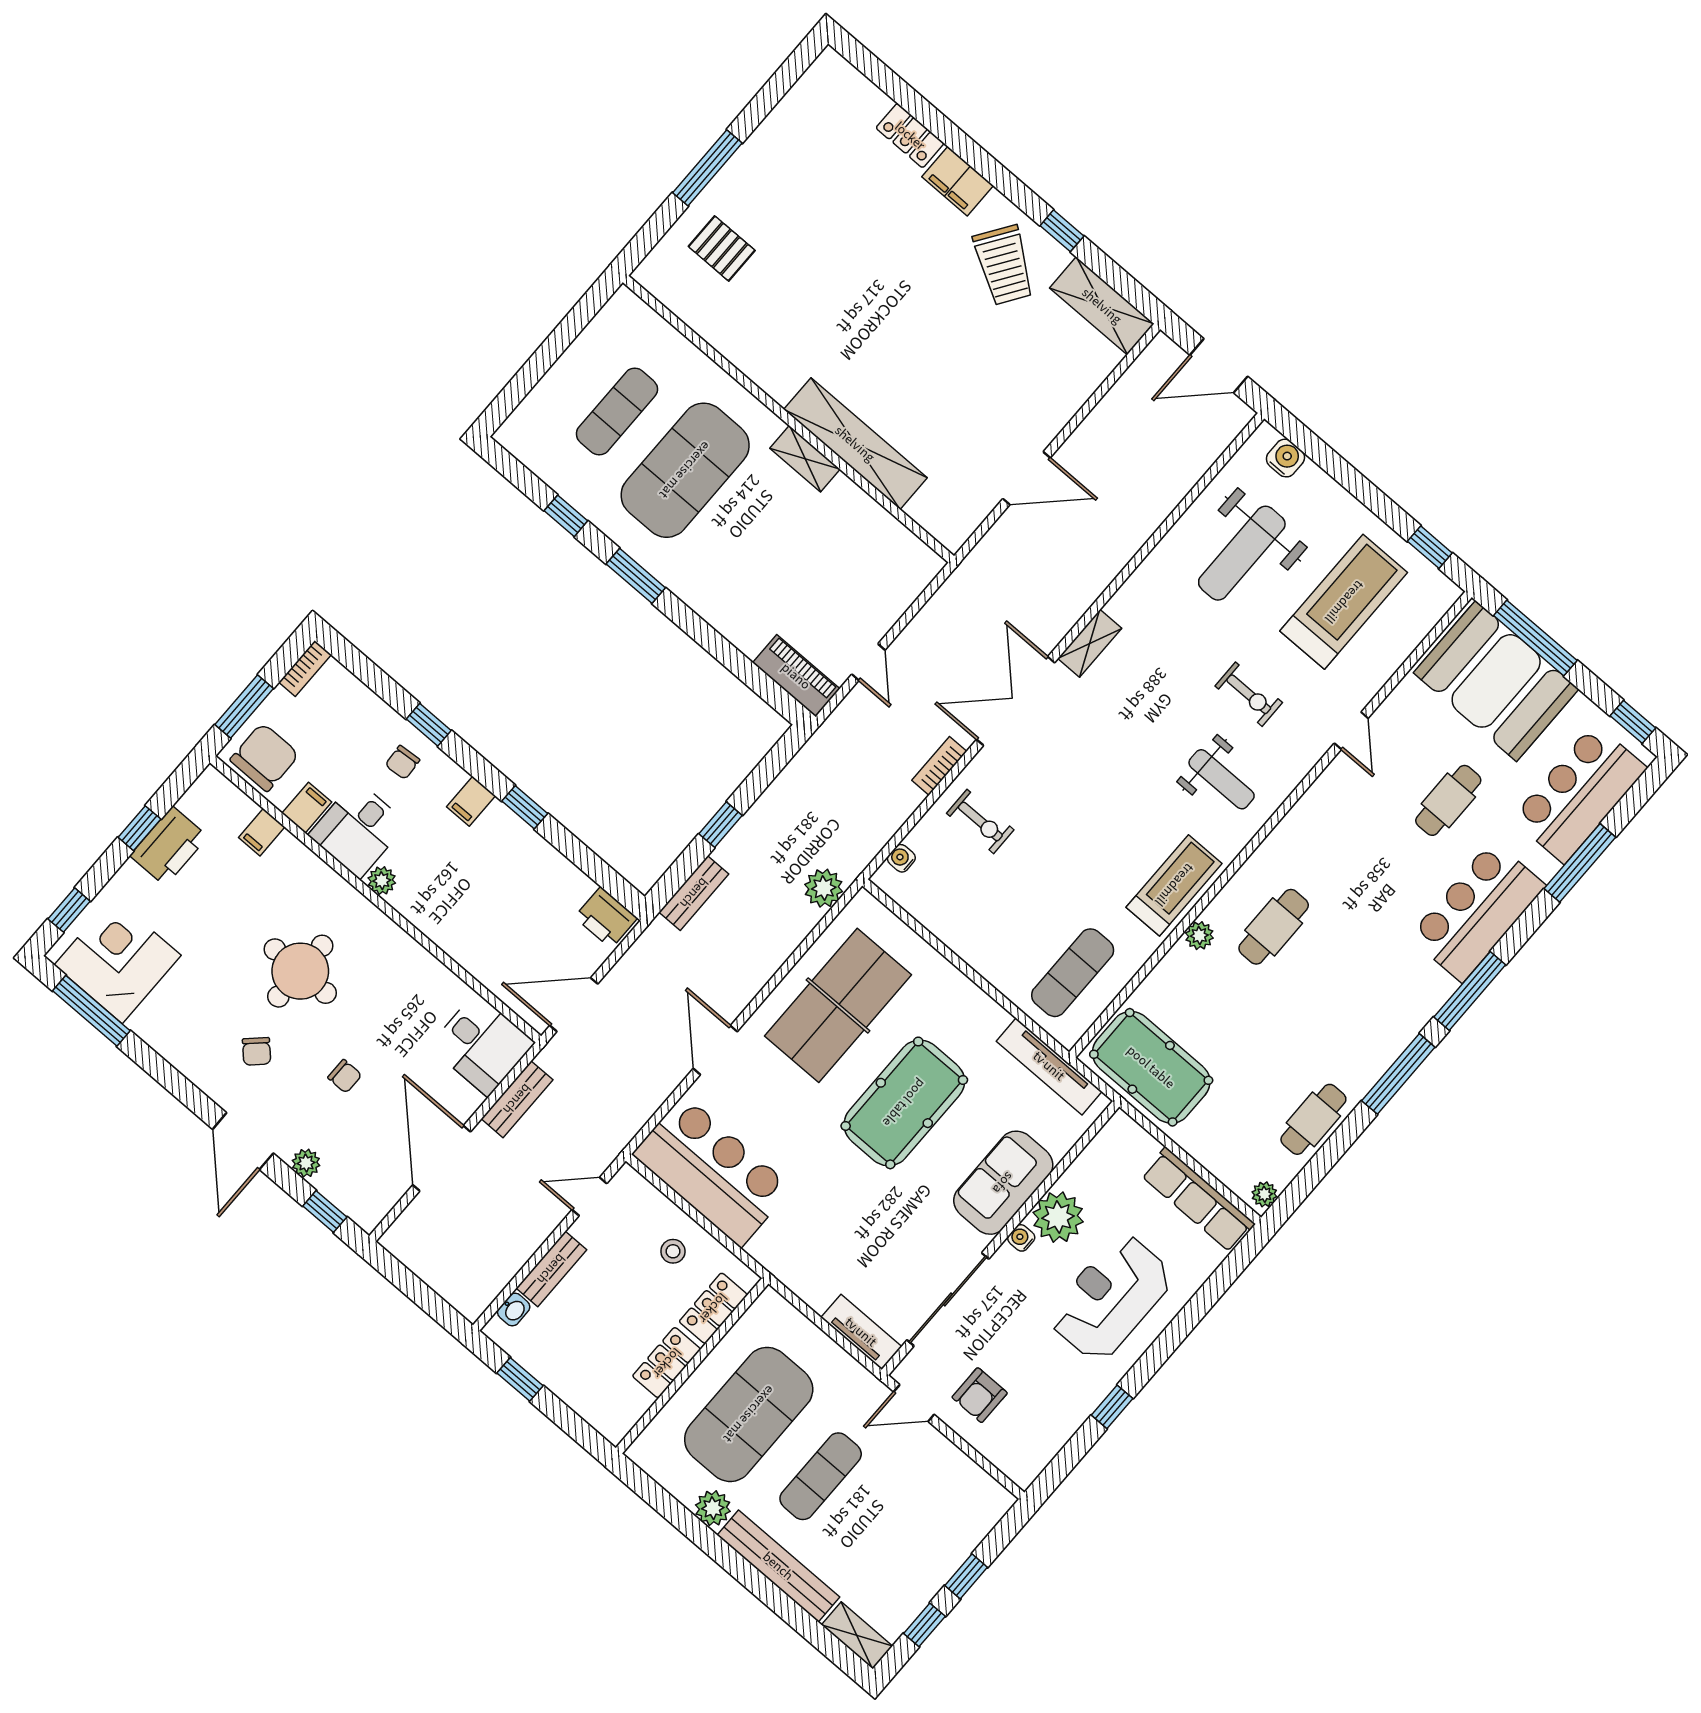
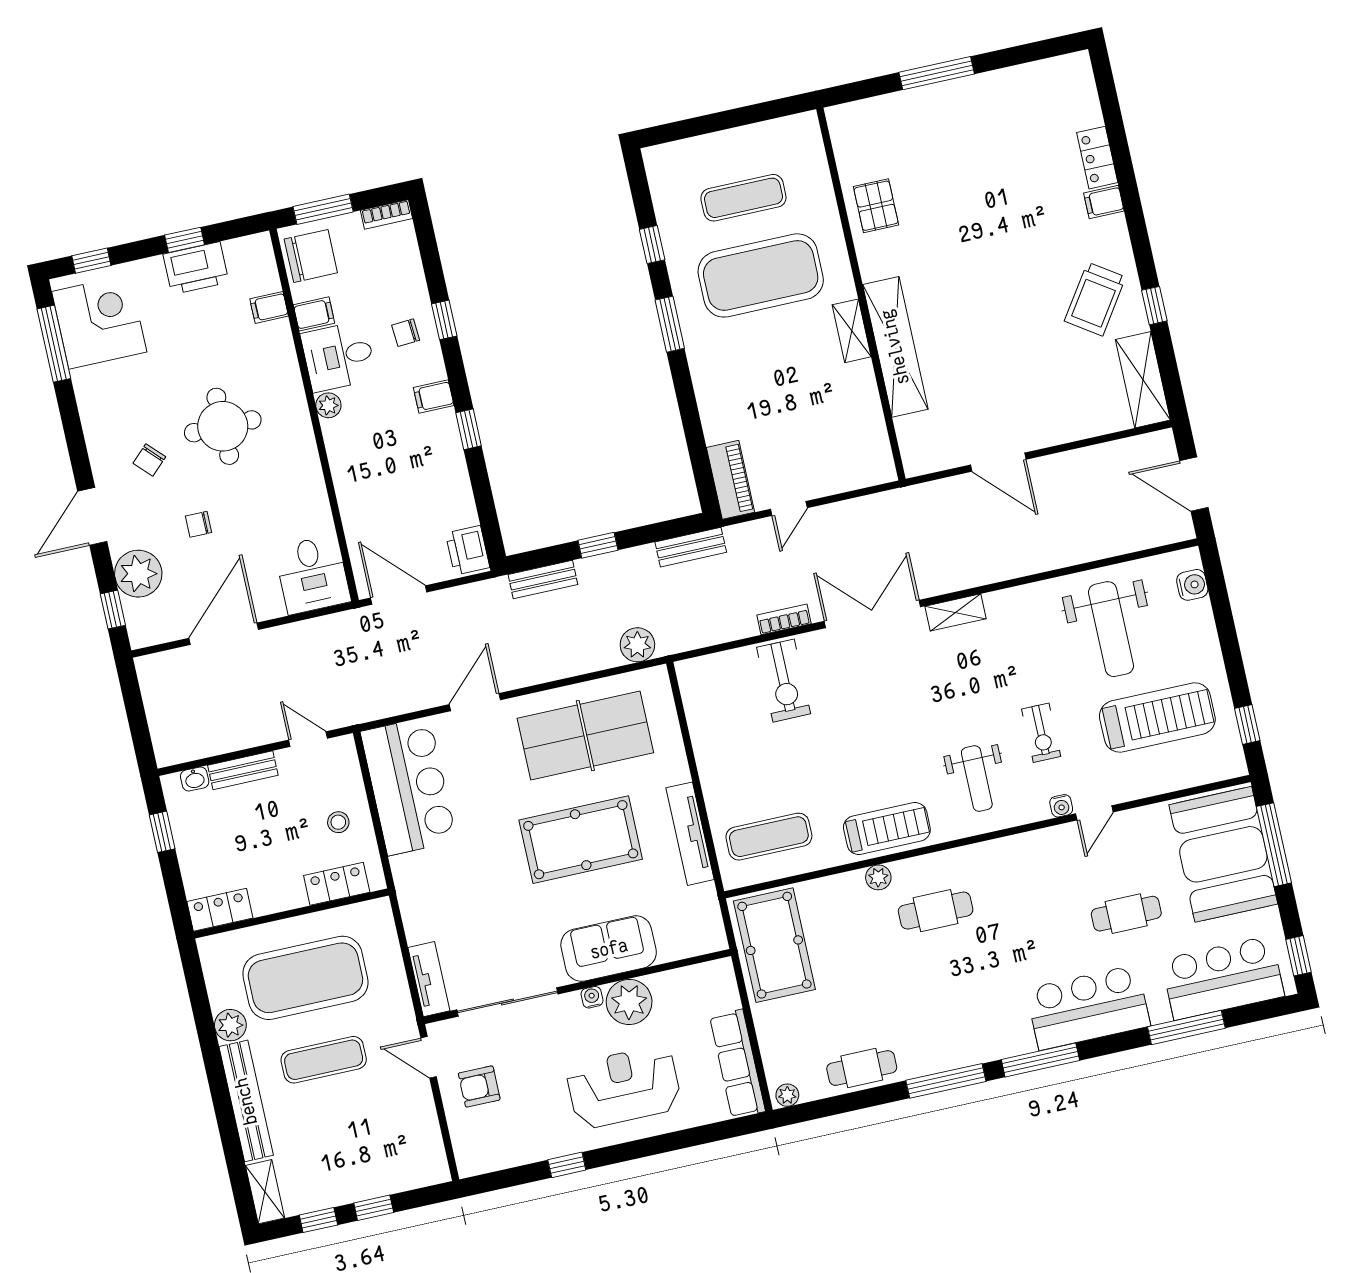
filing cabinet: (958, 181) -> (1104, 202), width x0.50
pallet: (722, 248) -> (876, 206), moved
weight bench: (1242, 553) -> (1111, 629), turned -90
exercise bike: (980, 821) -> (784, 681), width x1.38, depth x1.39
water cooler: (901, 858) -> (1061, 806), moved, turned 180
tv unit: (1049, 1066) -> (690, 834), moved
chair: (345, 1076) -> (199, 524), turned 90
bench: (517, 1099) -> (691, 547), moved
plant: (306, 1163) -> (138, 574), width x1.87, depth x1.87
locker: (667, 1363) -> (220, 910), moved

